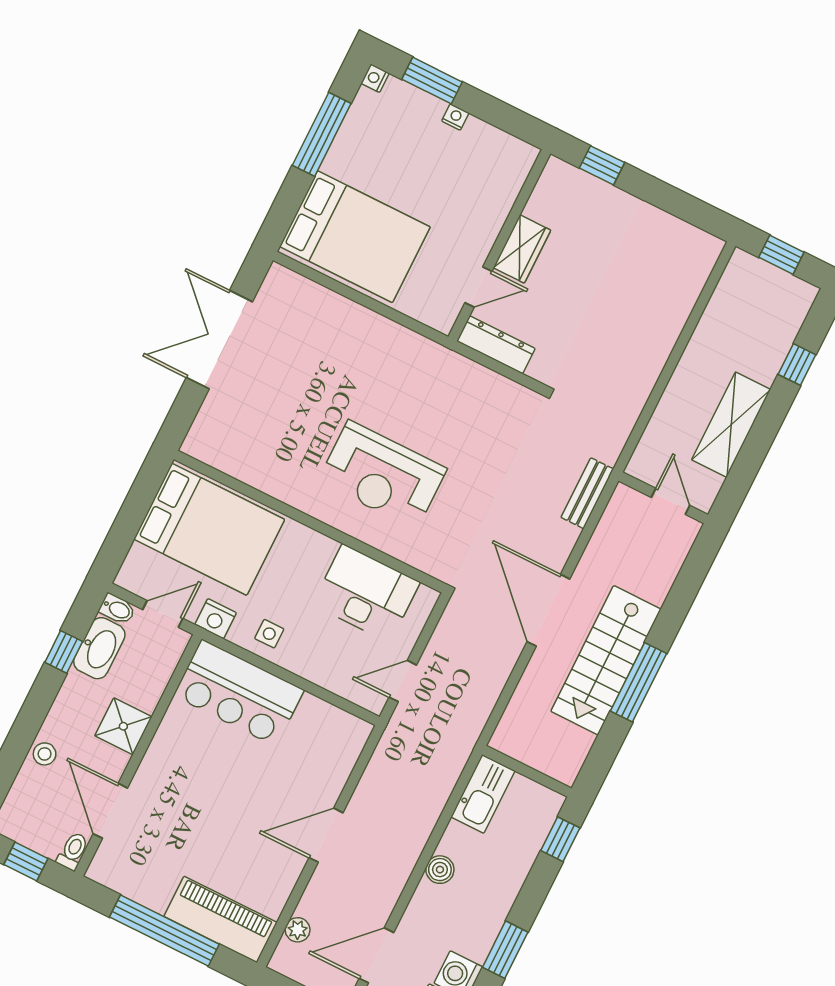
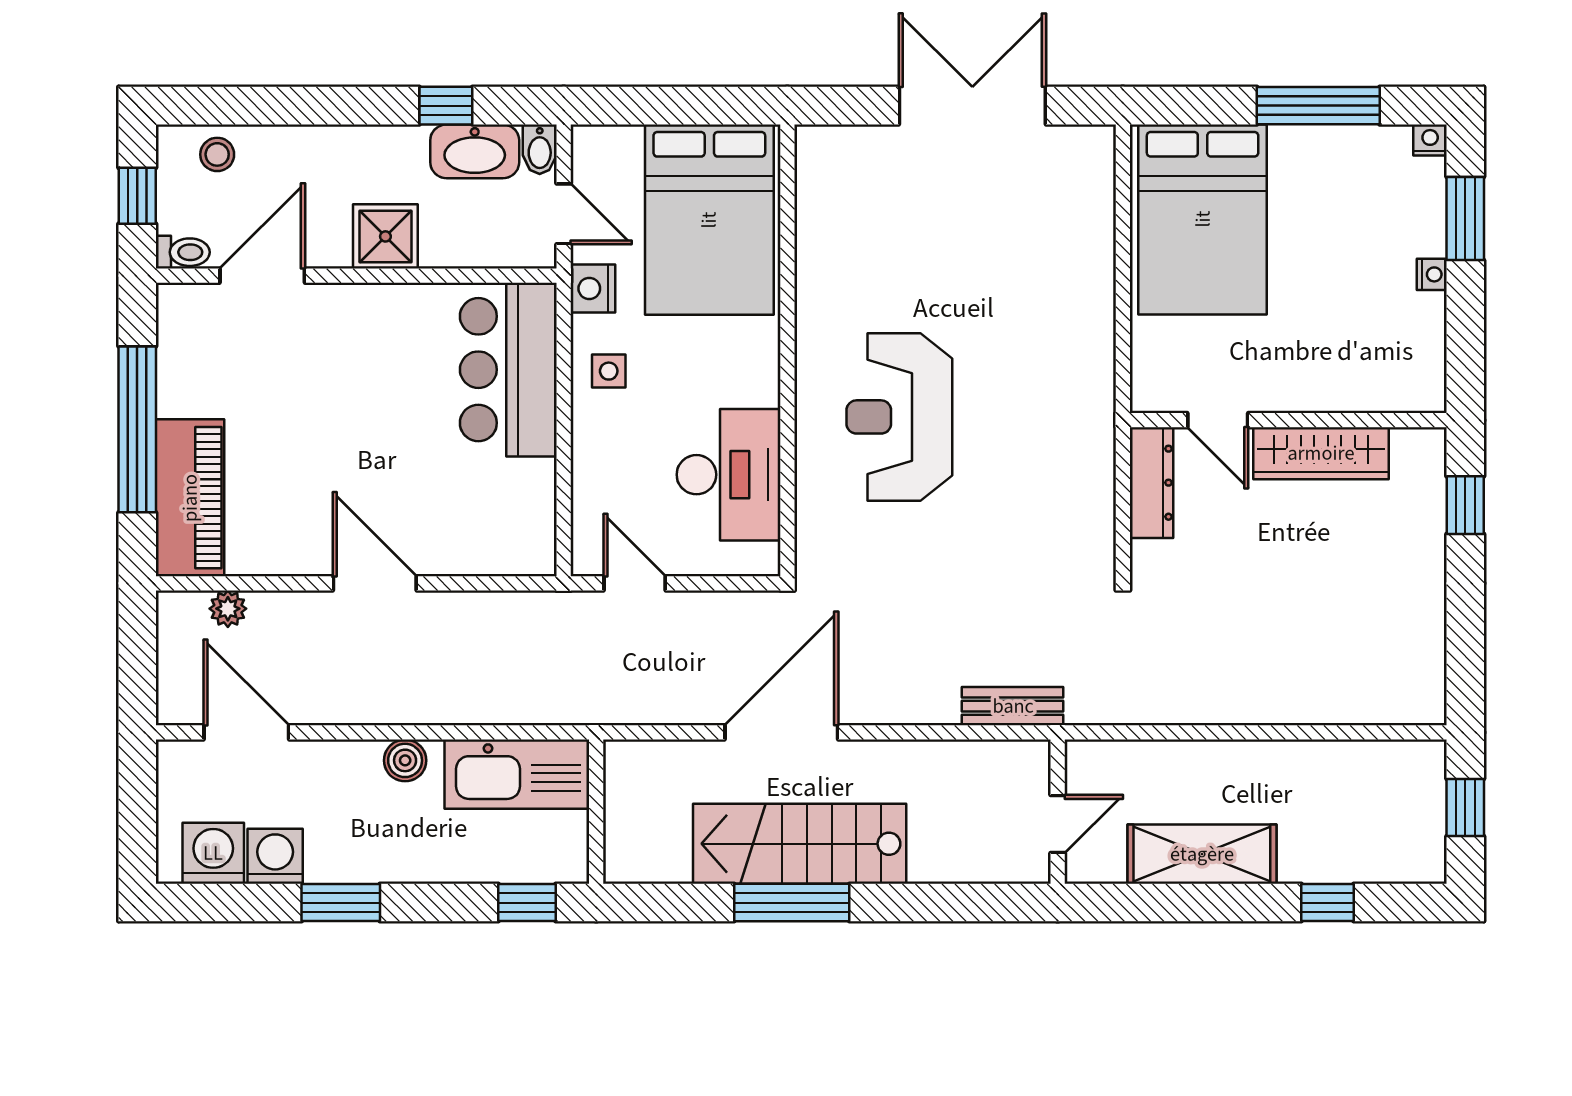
wardrobe: (522, 249) -> (1321, 453), width x1.50
door: (548, 610) -> (781, 732), moved
stool: (45, 754) -> (217, 154), moved
kitchen sink: (483, 794) -> (517, 774), width x1.36, depth x1.24

